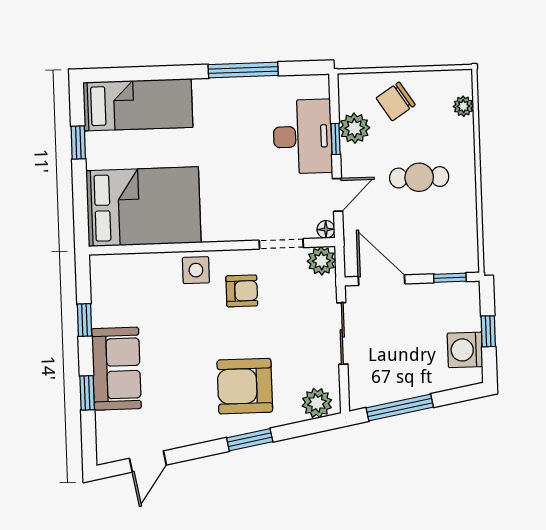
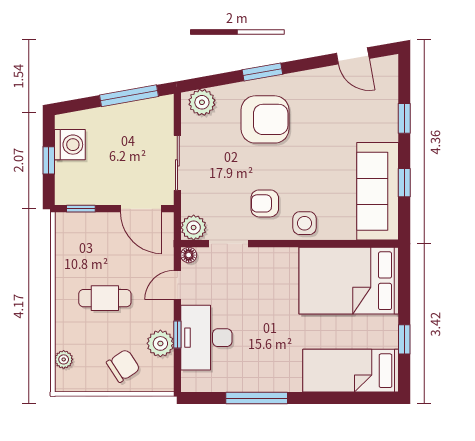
sofa: (116, 369) -> (378, 191), moved, width x1.36
door: (148, 462) -> (353, 56), swing flipped

